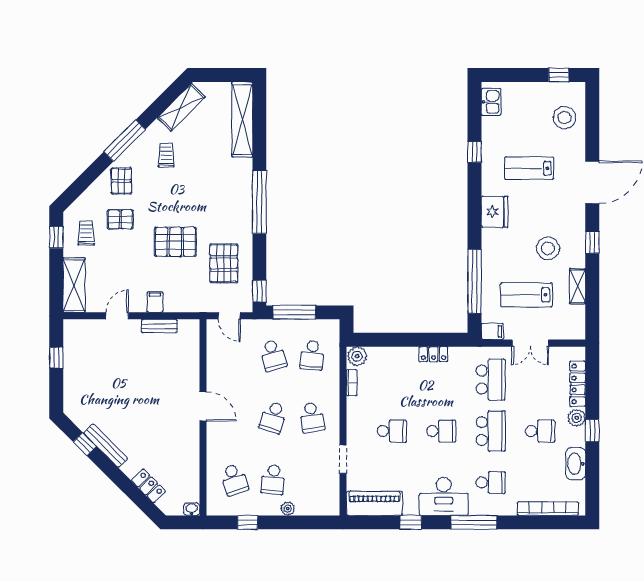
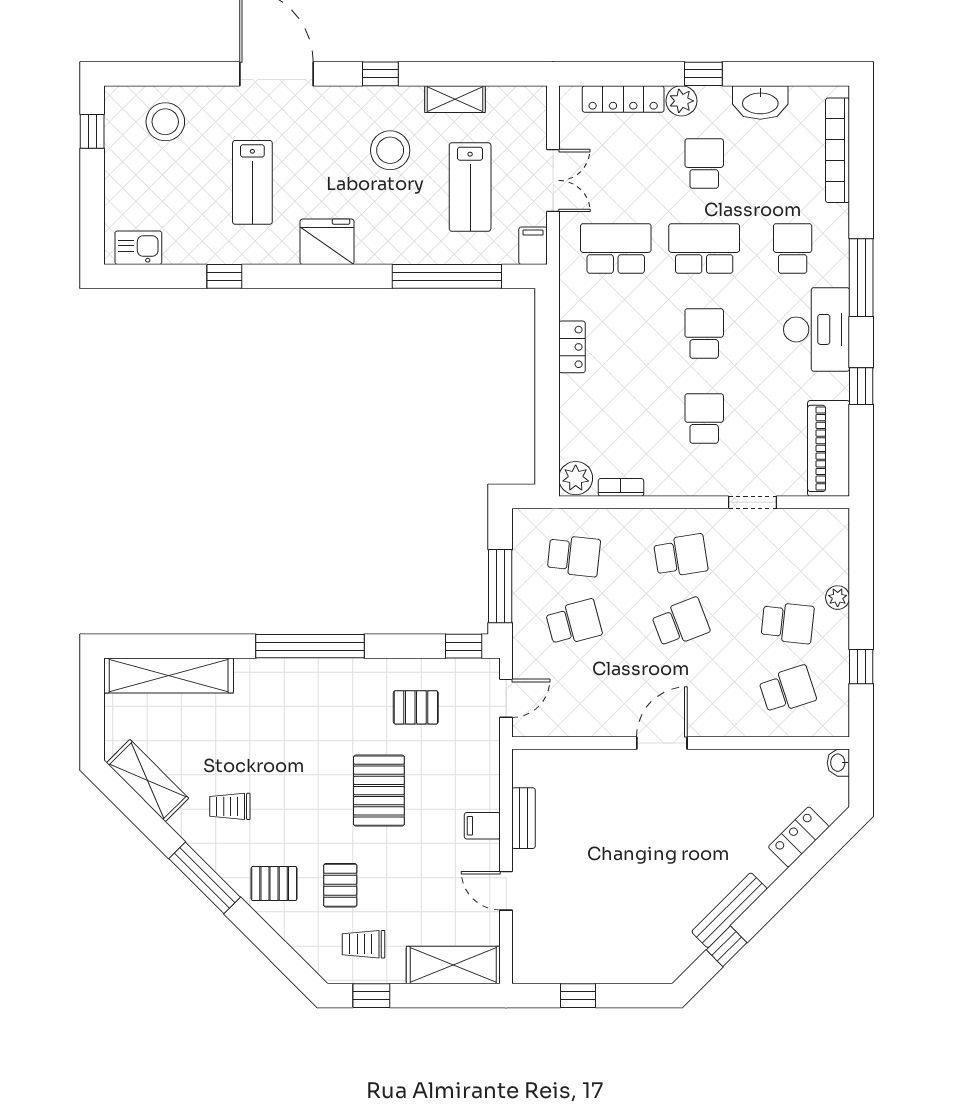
pallet: (224, 263) -> (416, 707), width x0.67, depth x0.71
school desk: (273, 417) -> (681, 623), turned -39

